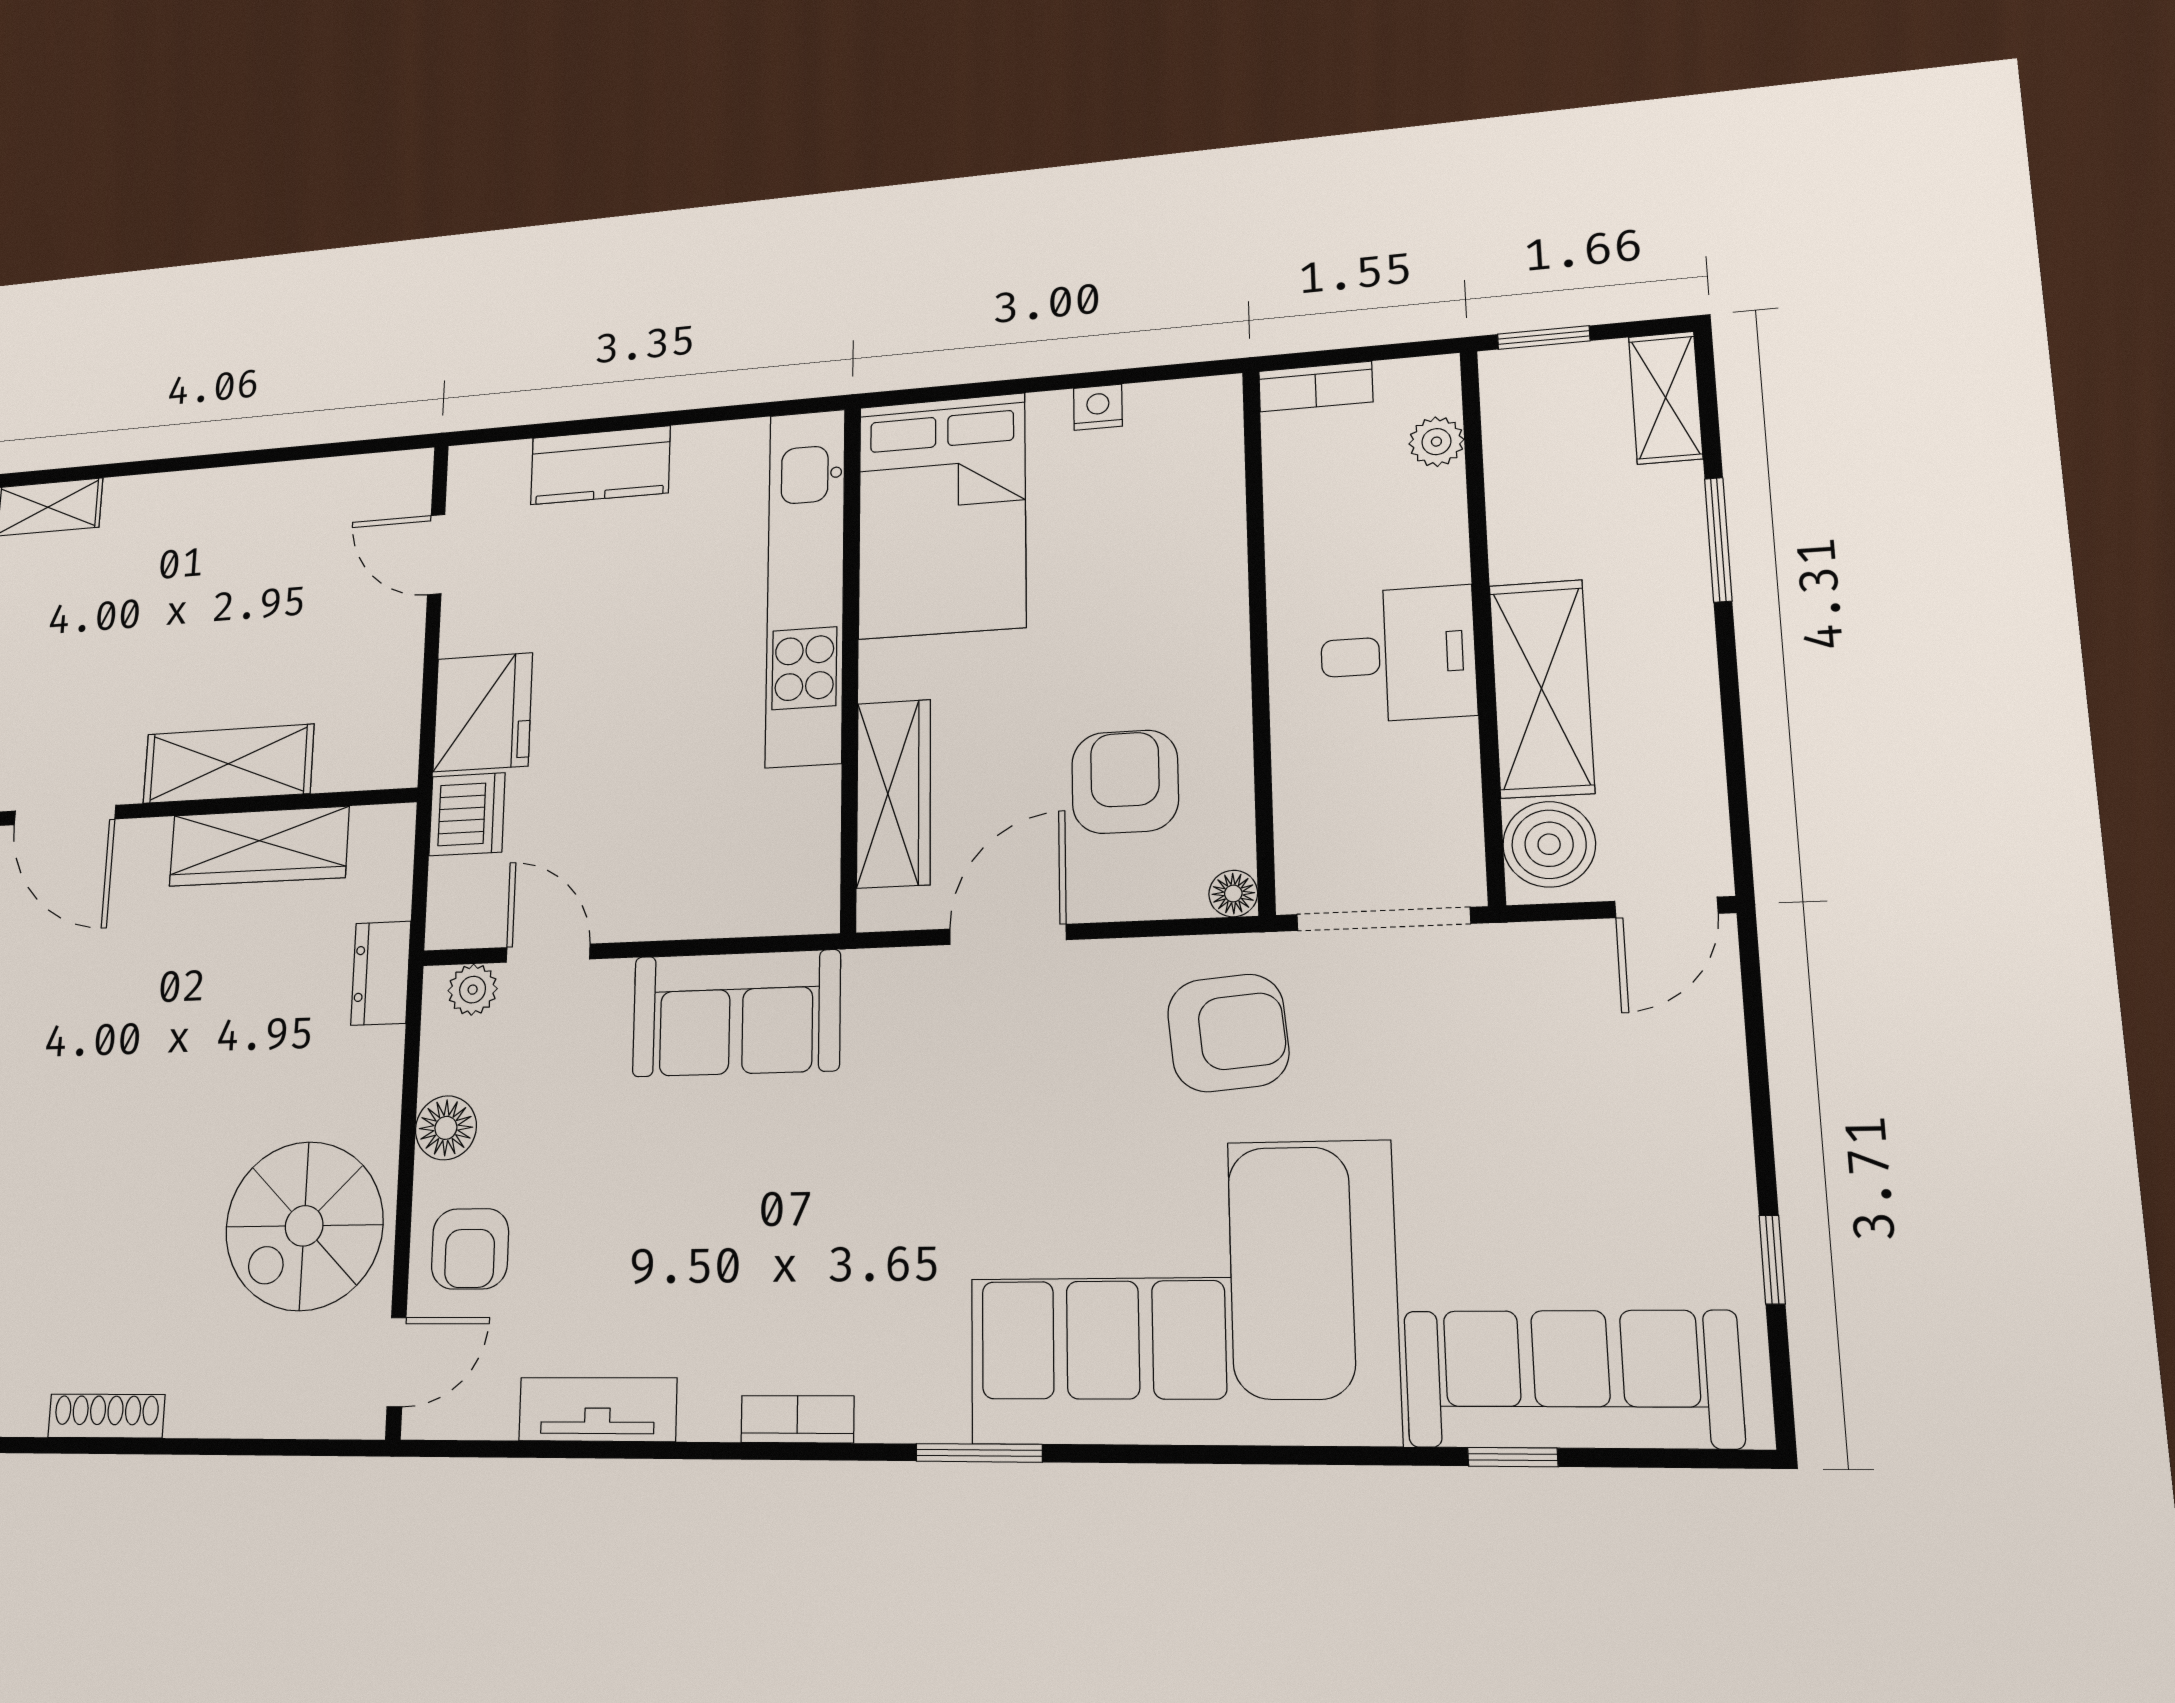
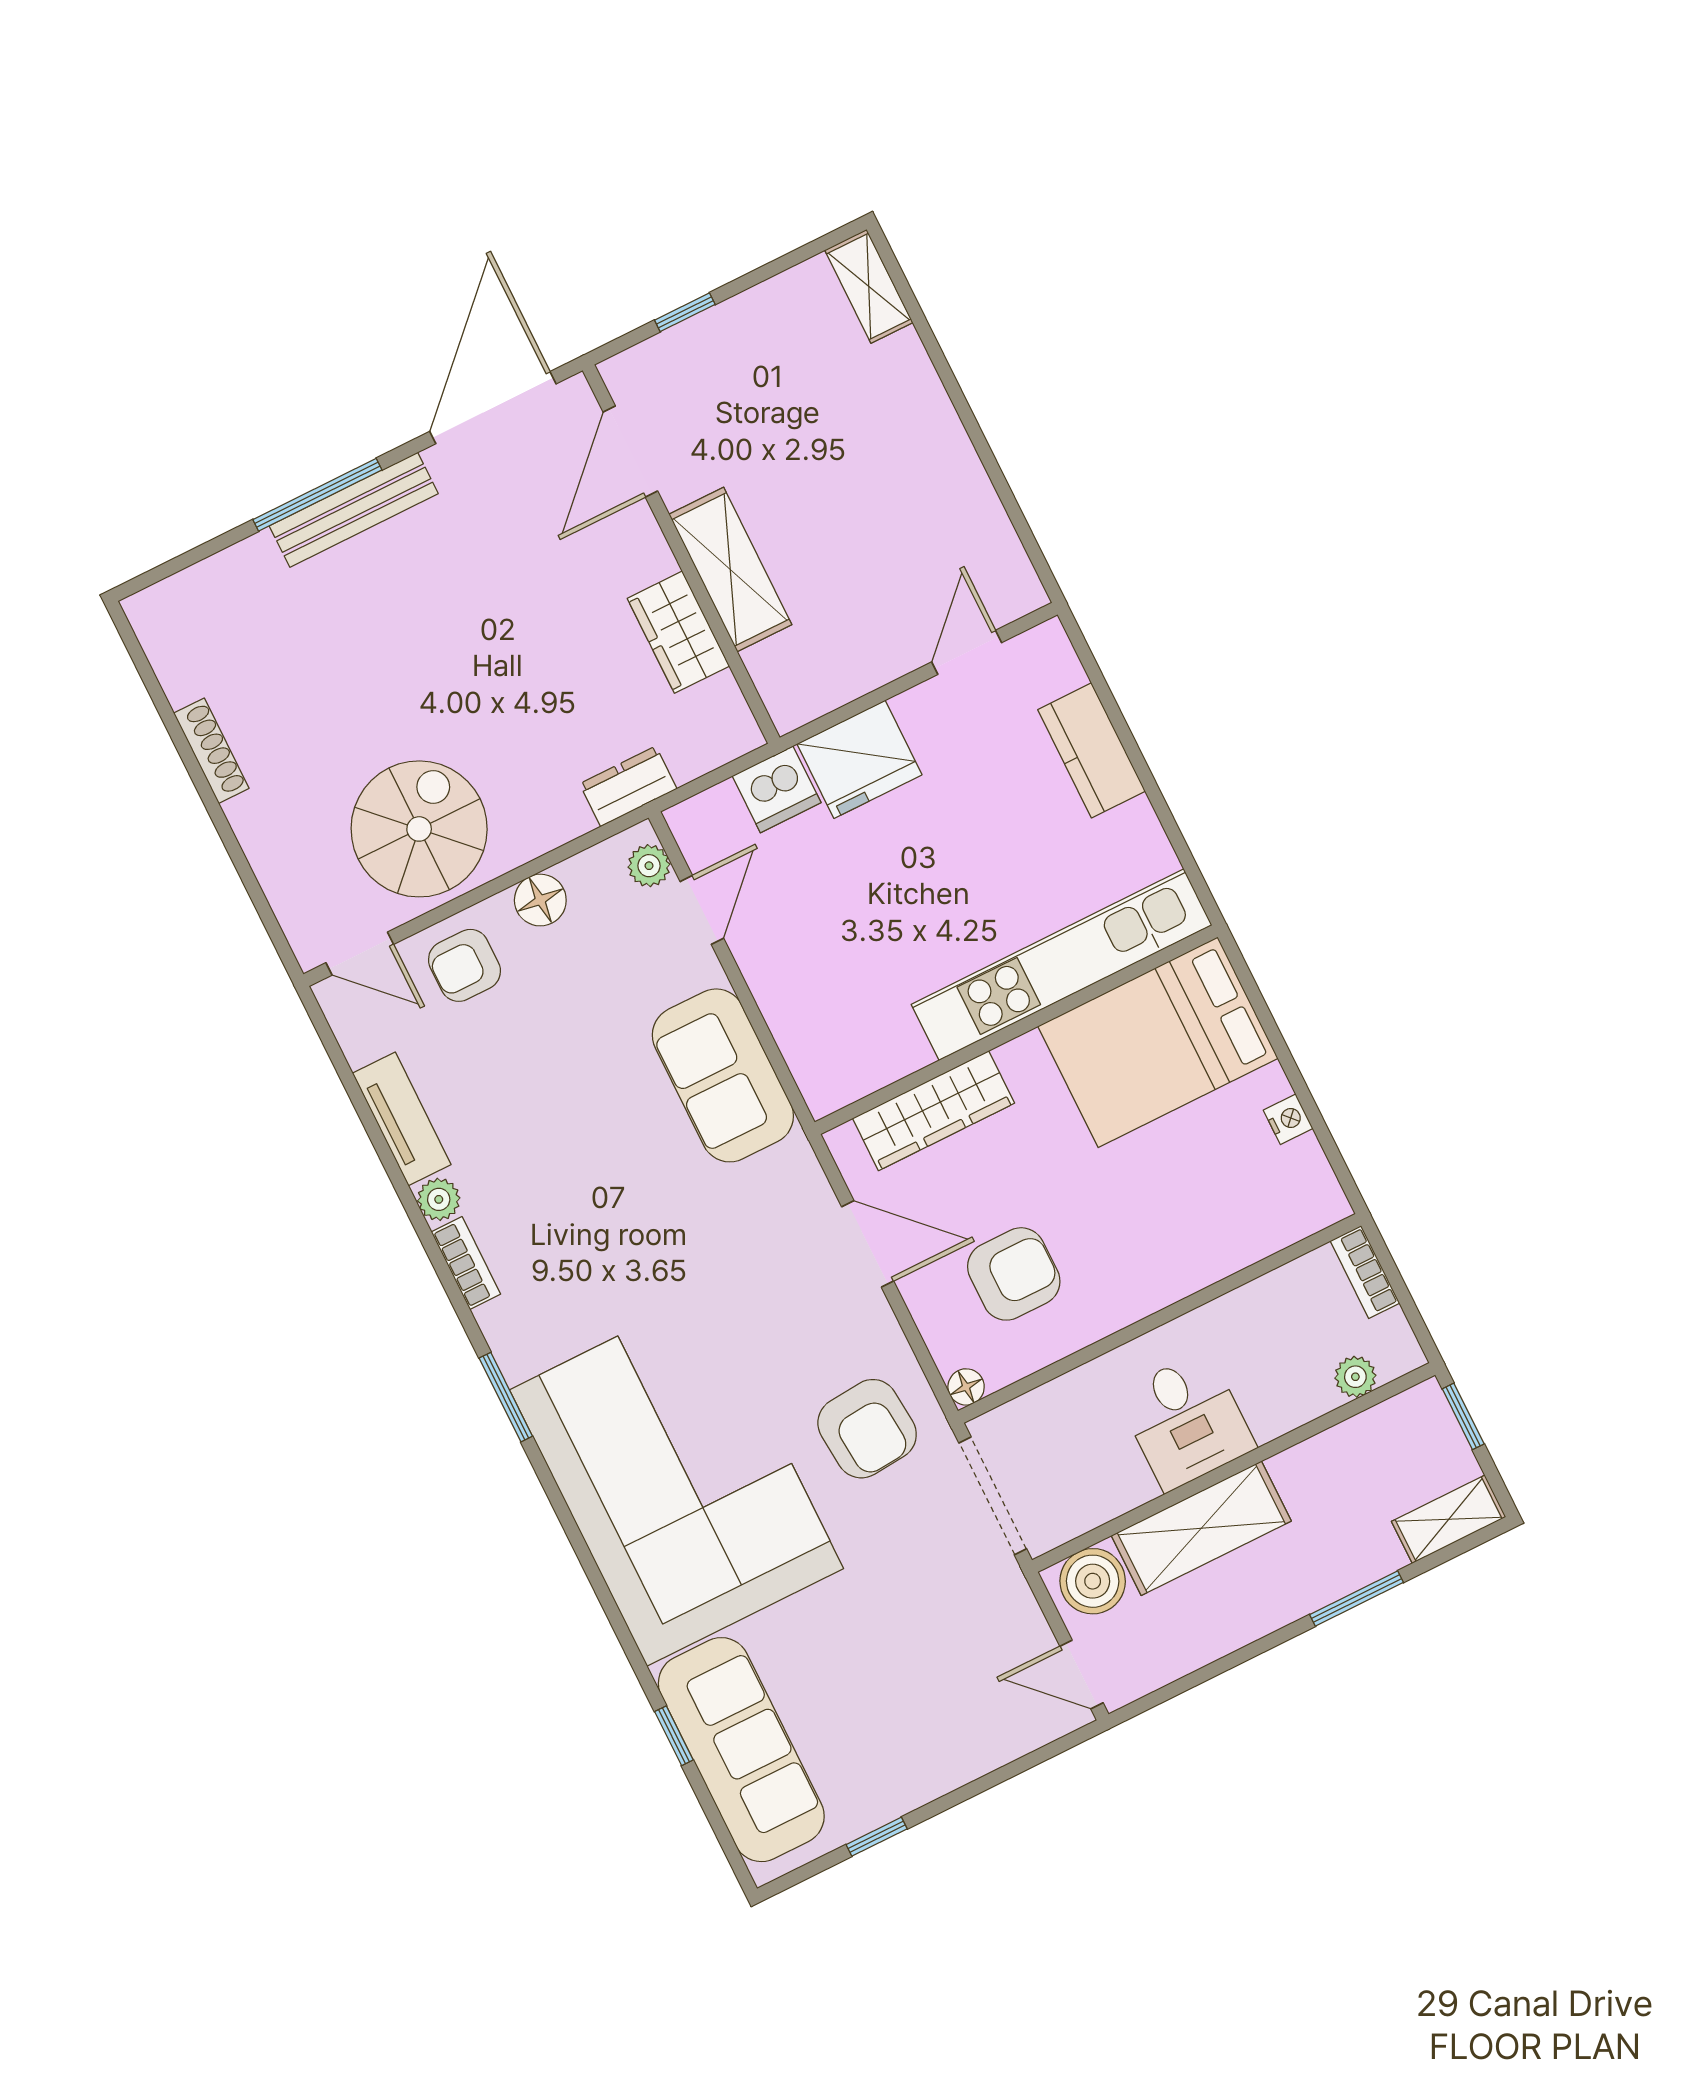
wardrobe: (259, 846) -> (678, 632), width x0.67
spiral stairs: (304, 1226) -> (419, 829), turned 90
plant: (709, 1413) -> (439, 1199), added

